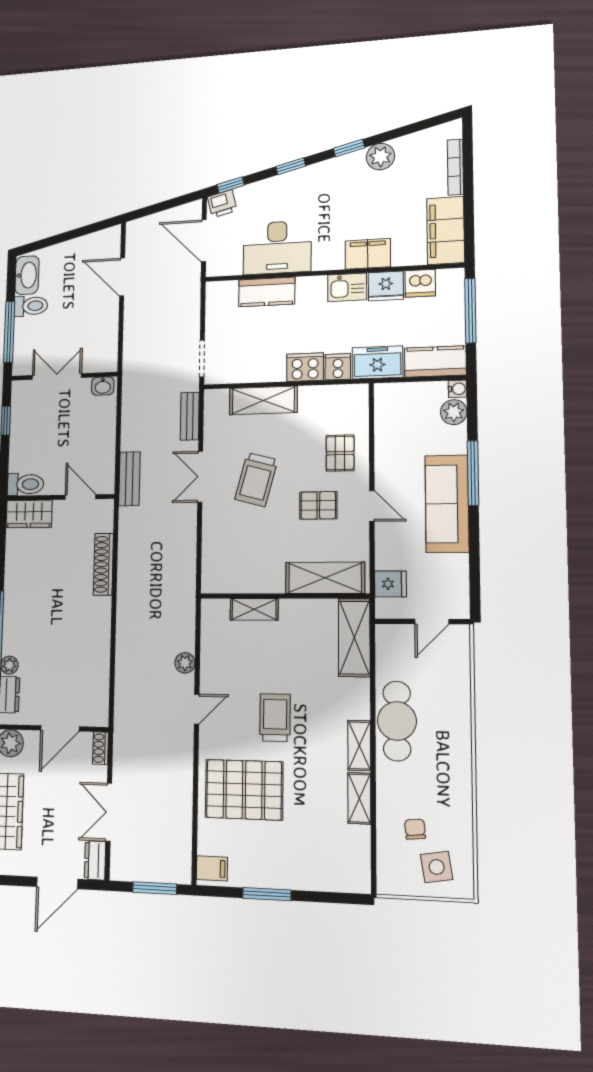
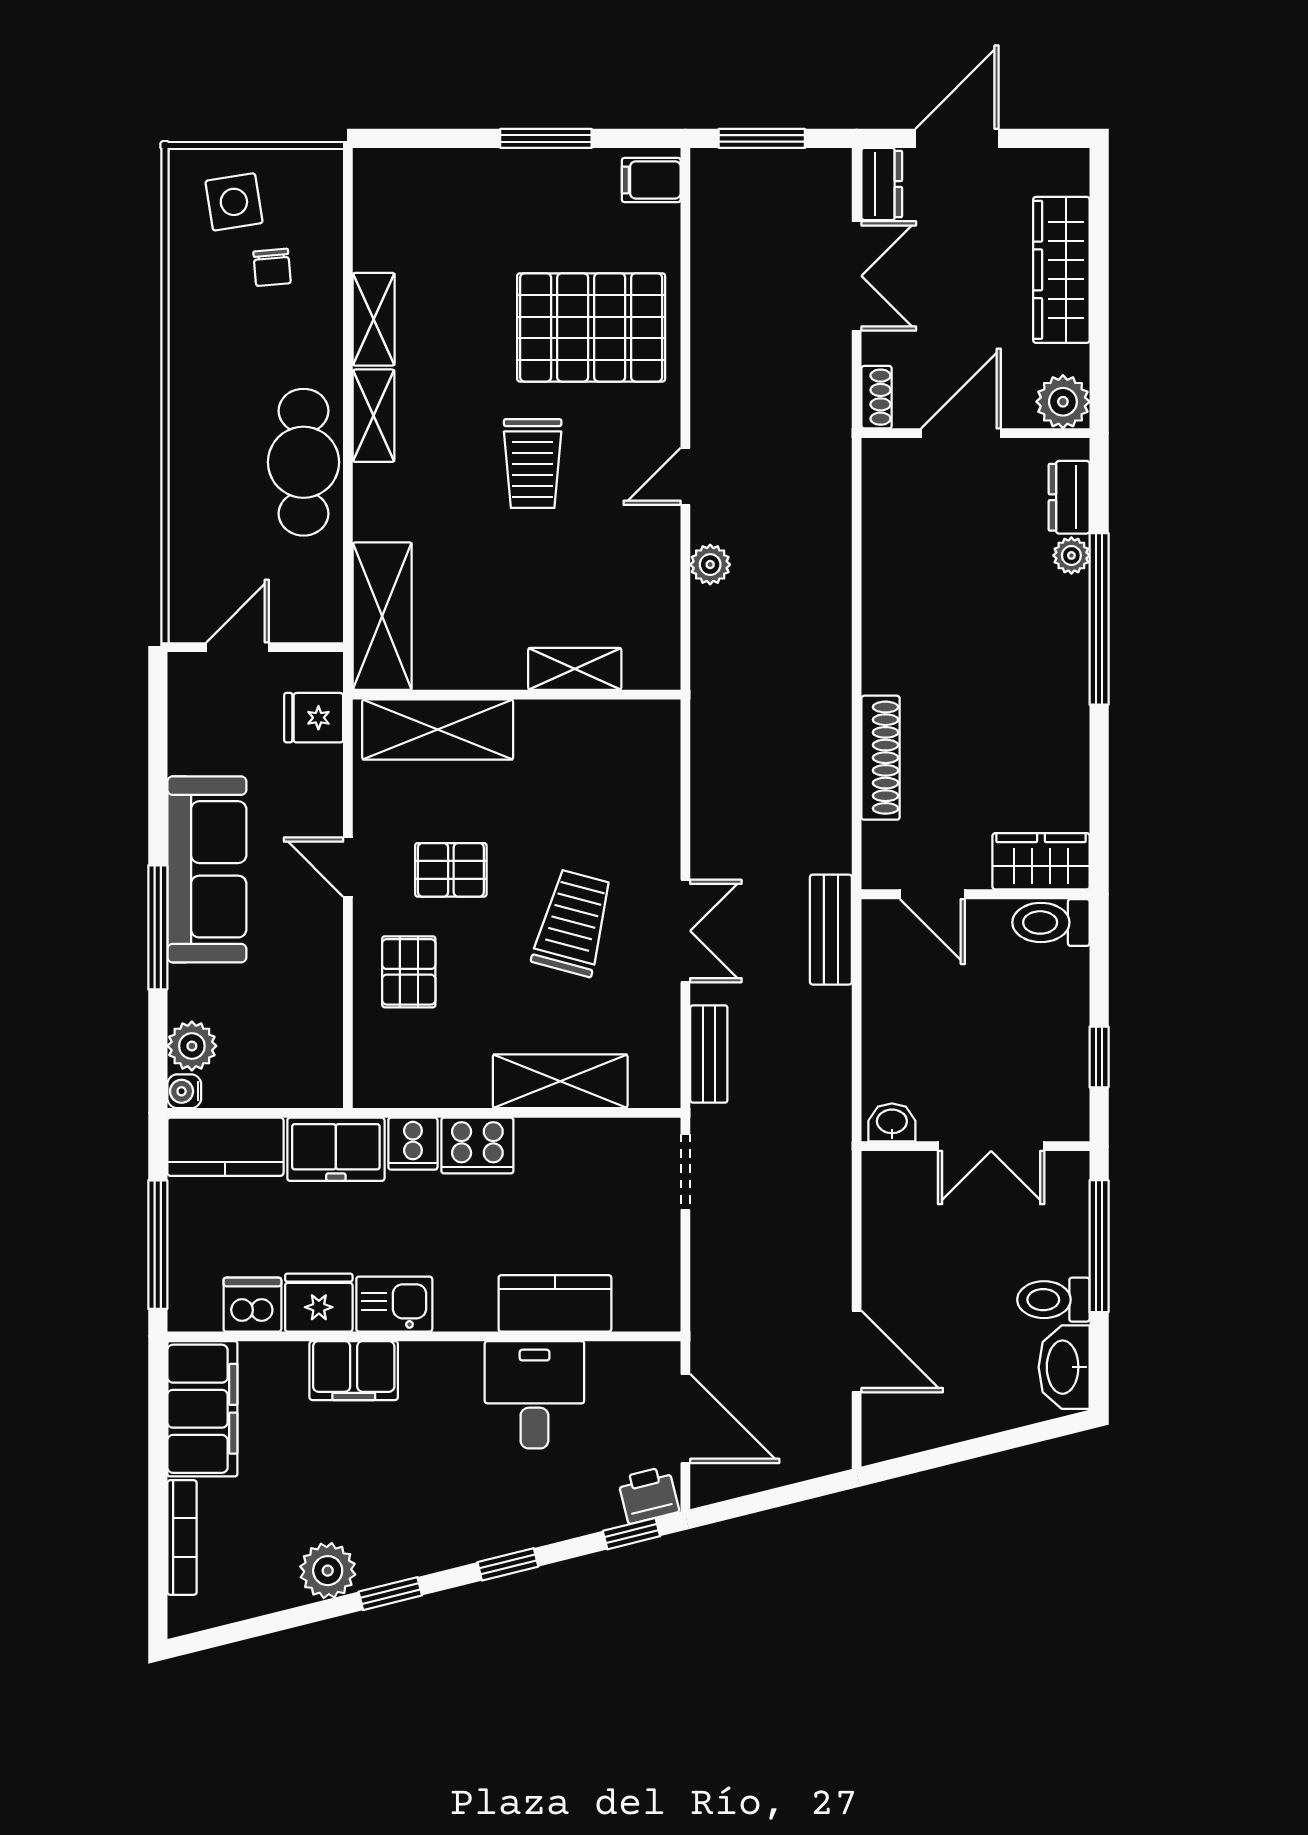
desk: (277, 247) -> (534, 1395), width x0.73

